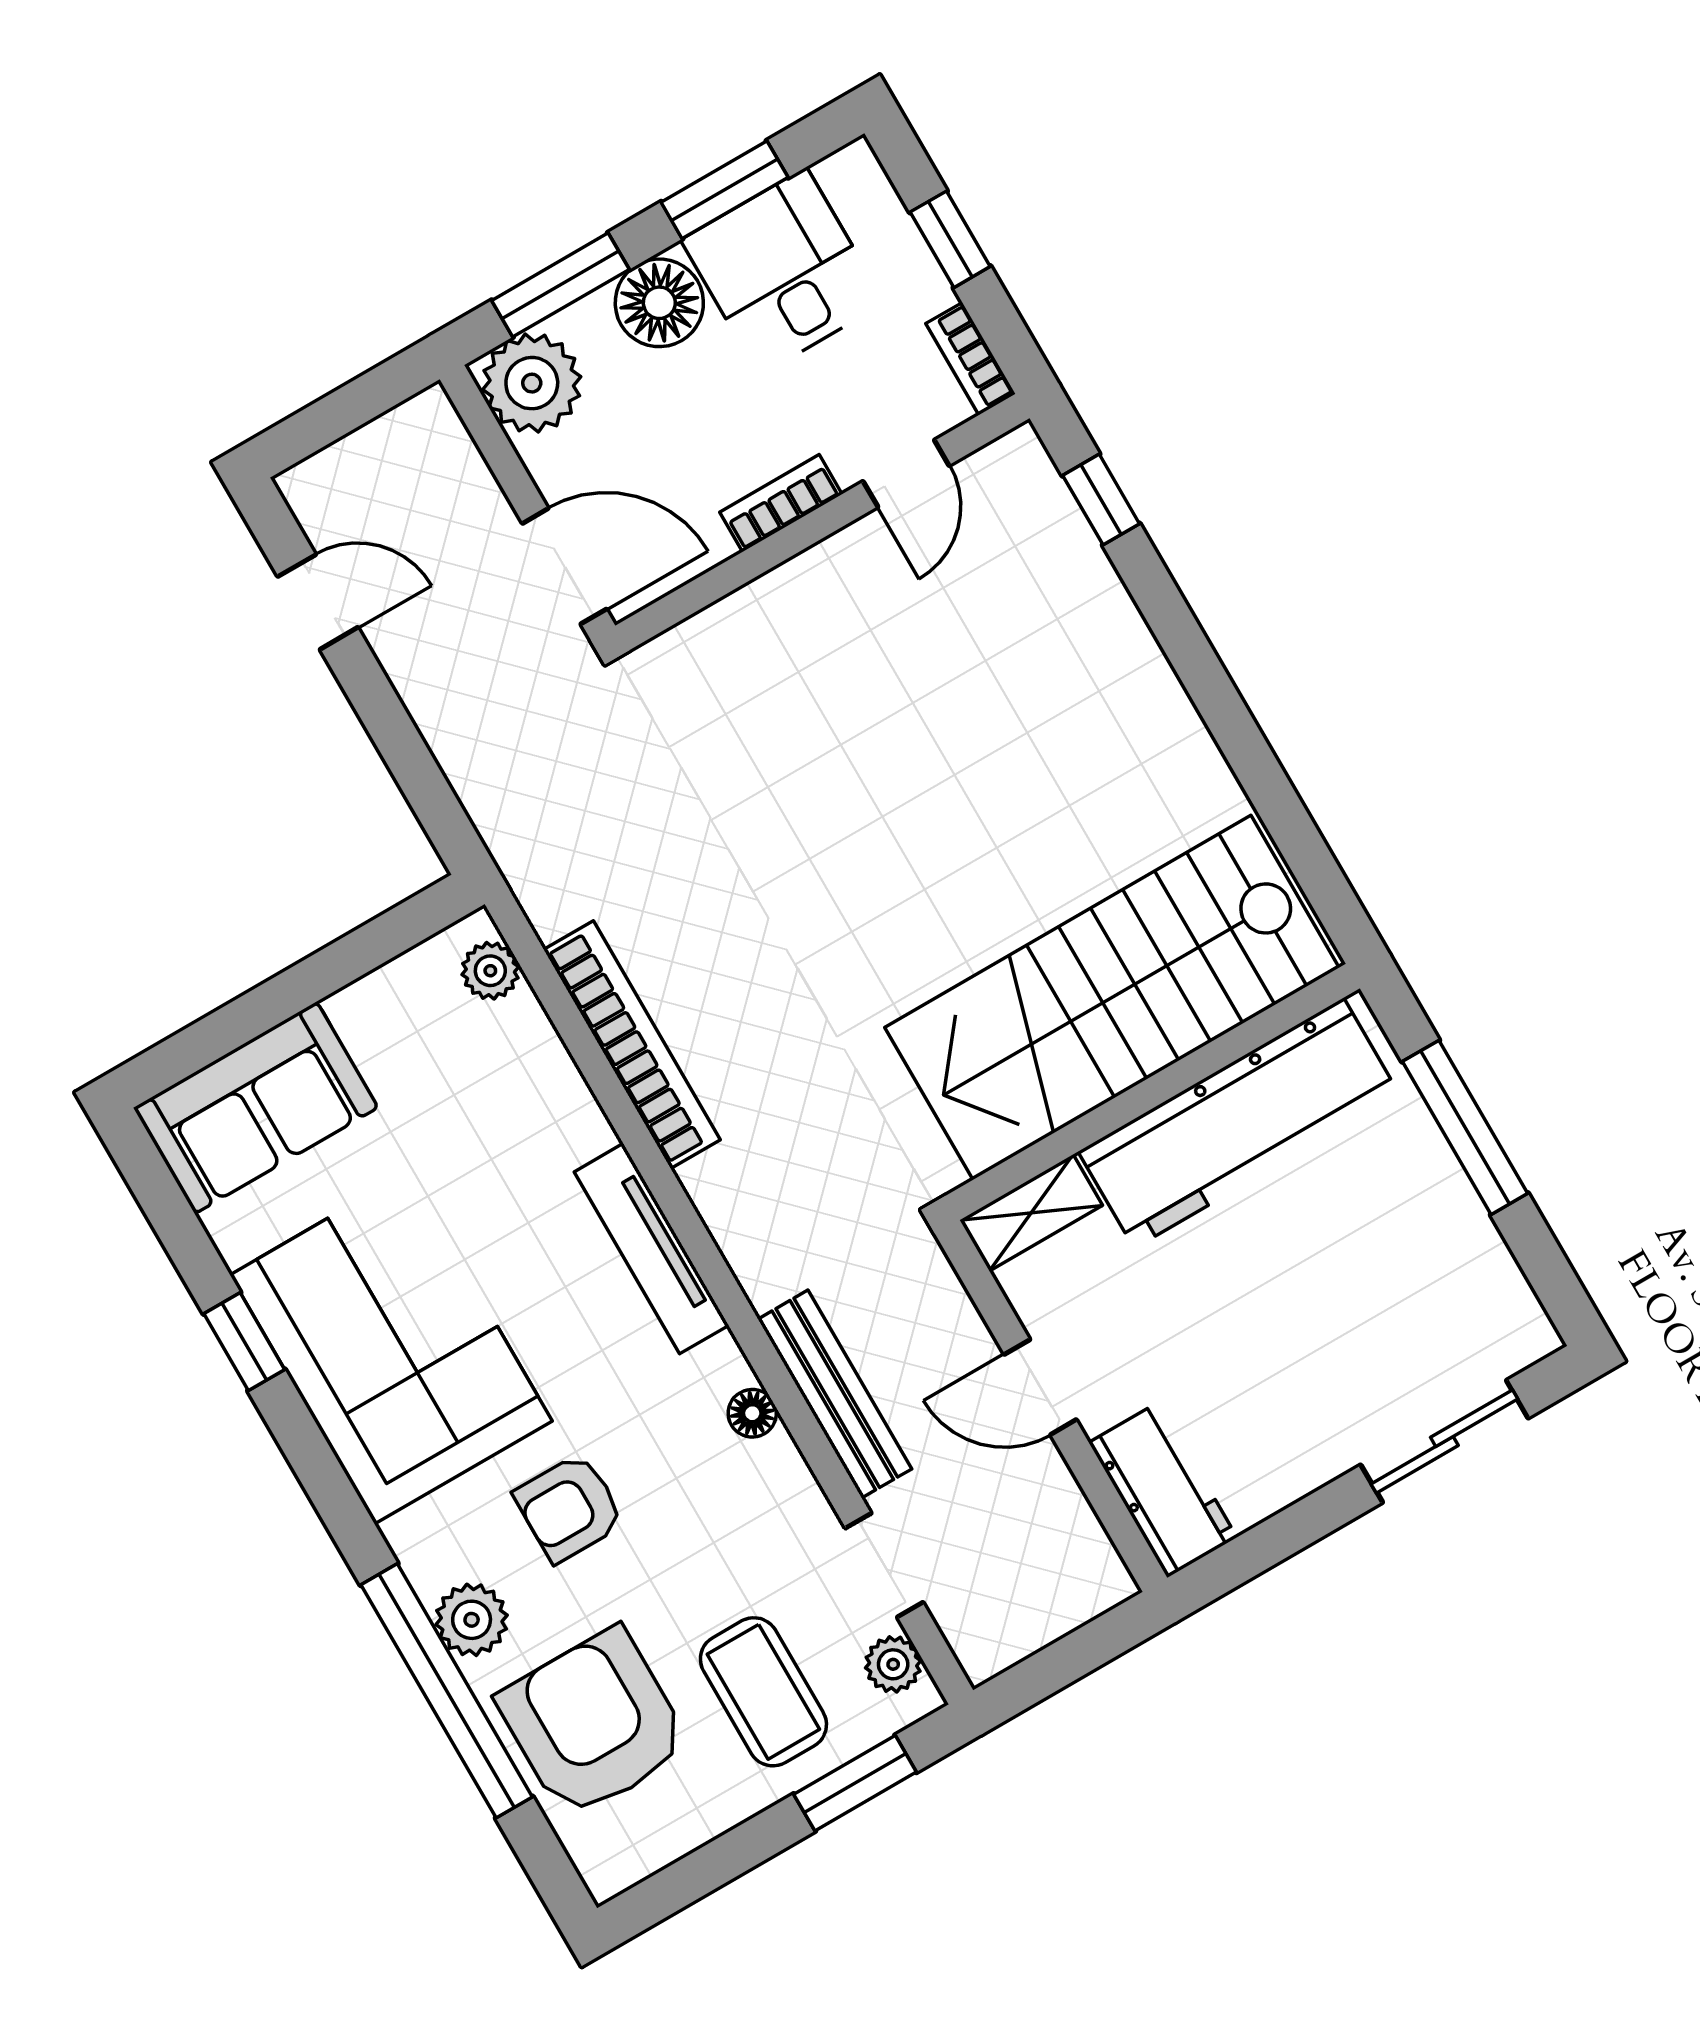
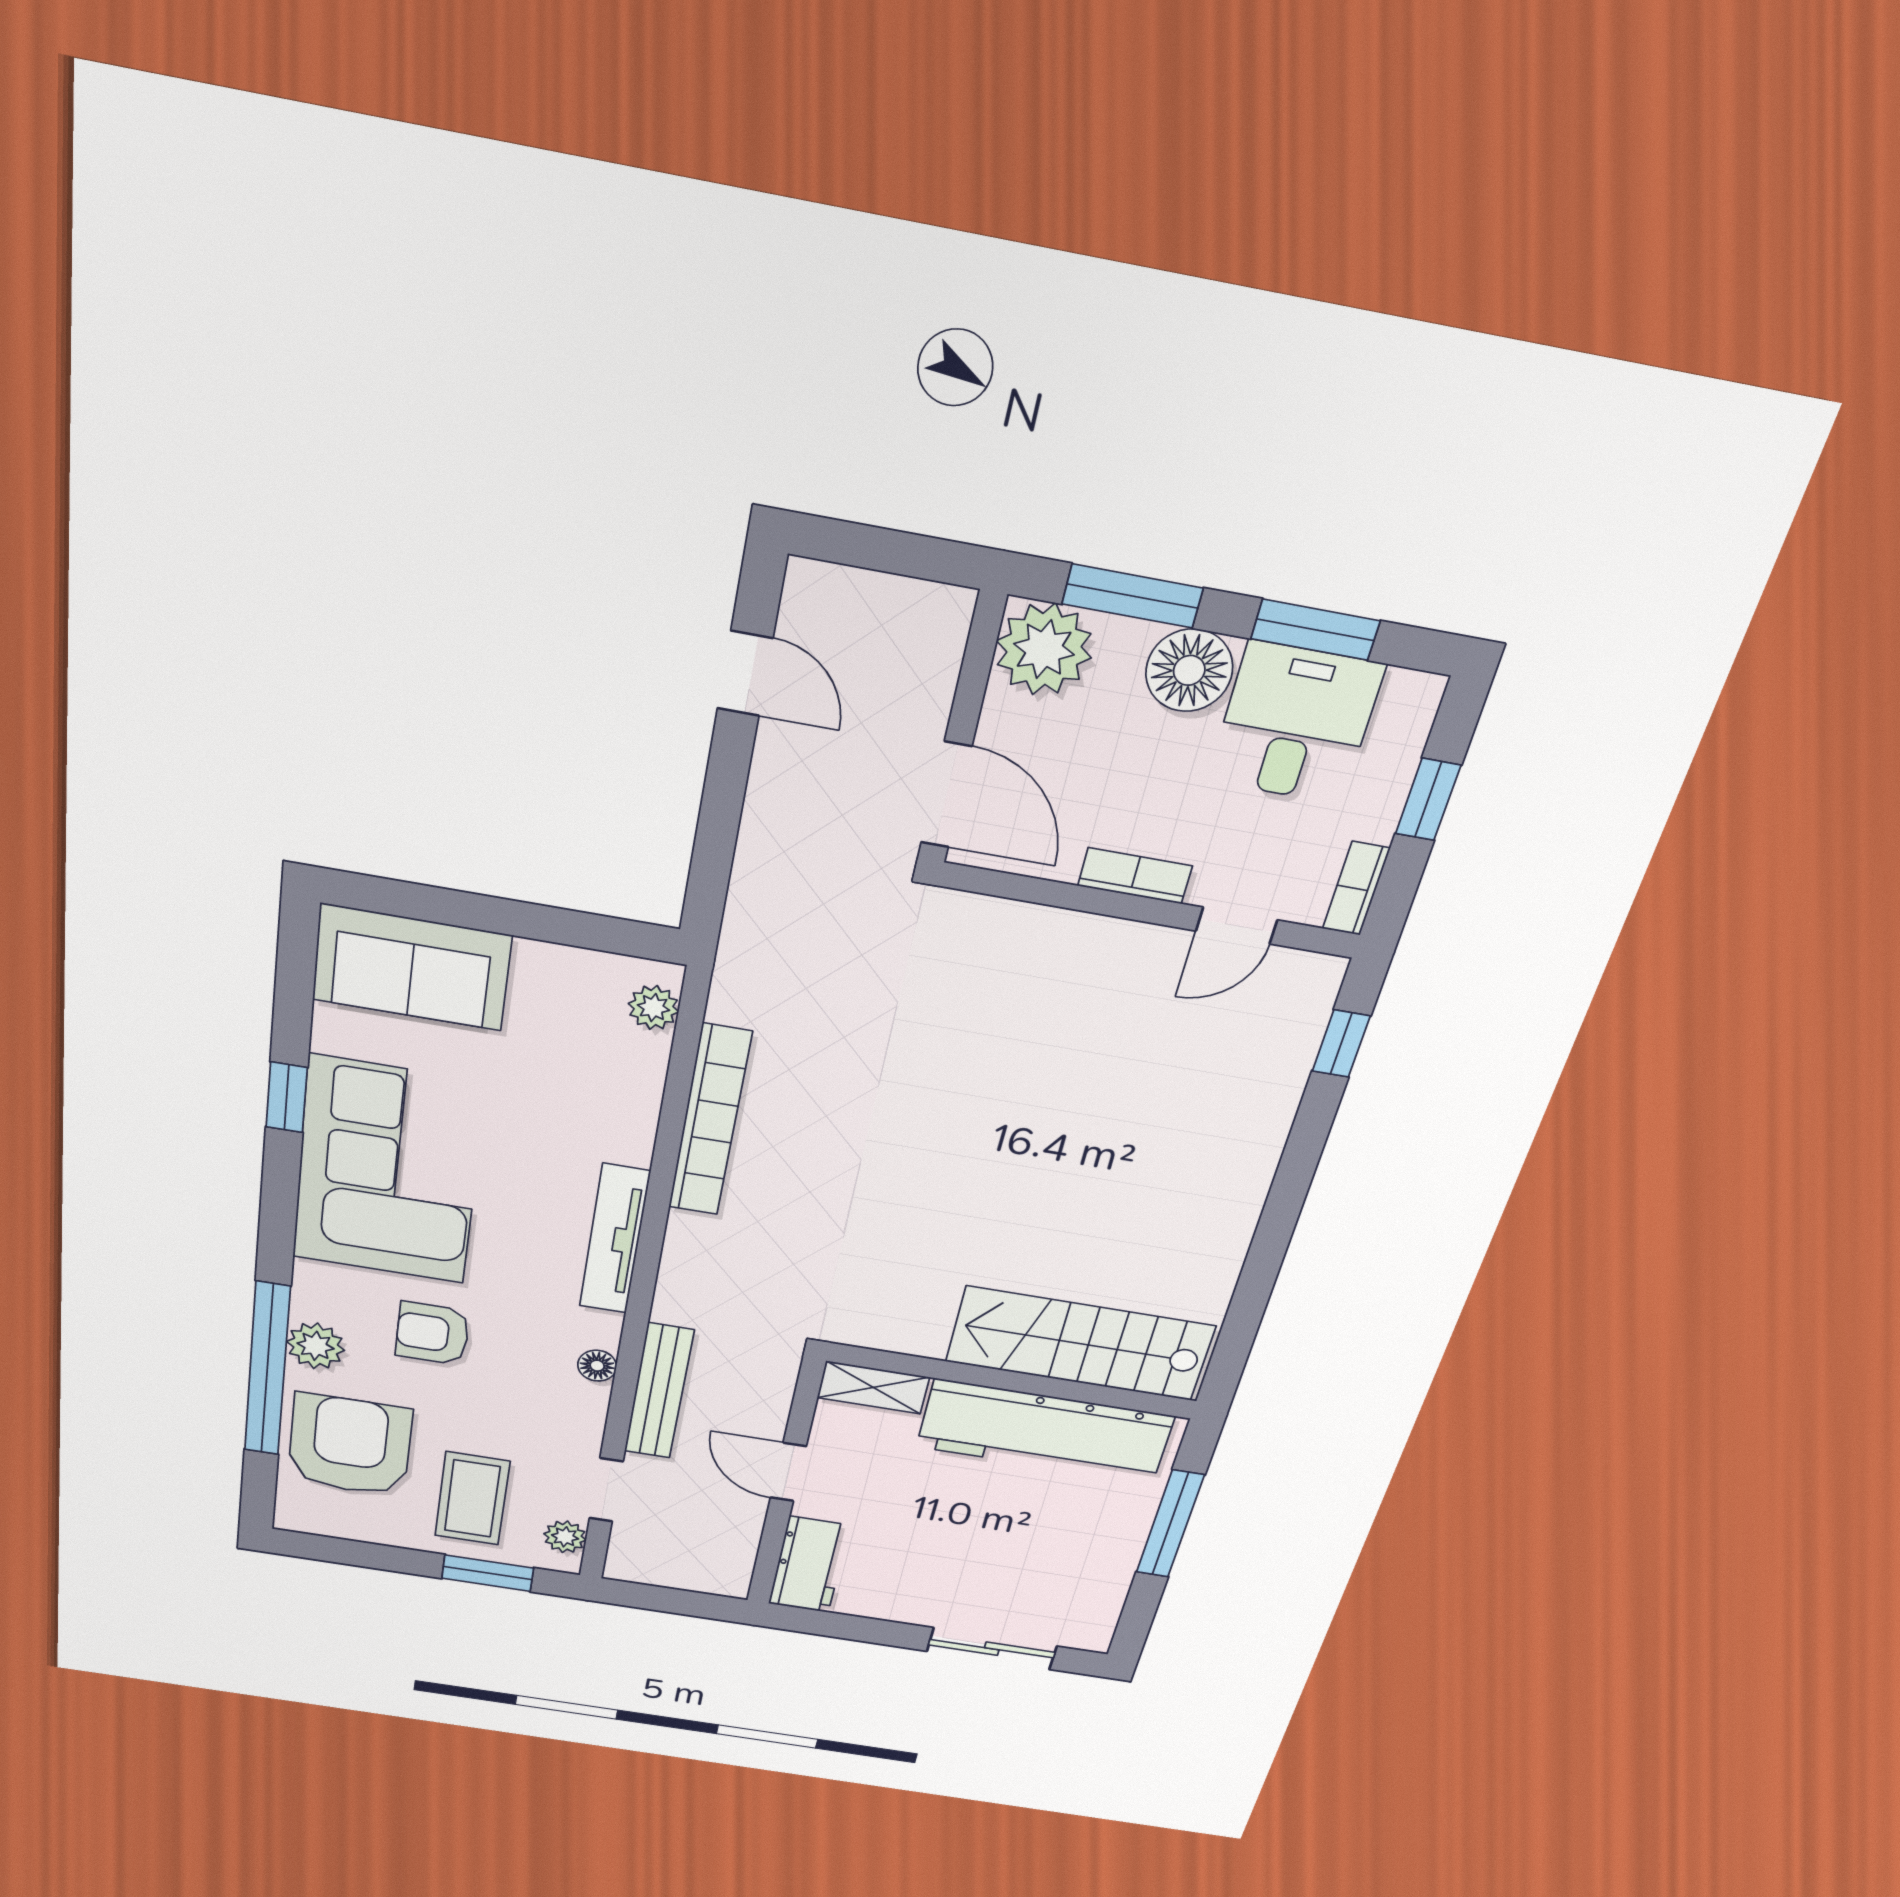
stairs: (1112, 998) -> (1080, 1344), width x0.73, depth x0.66

